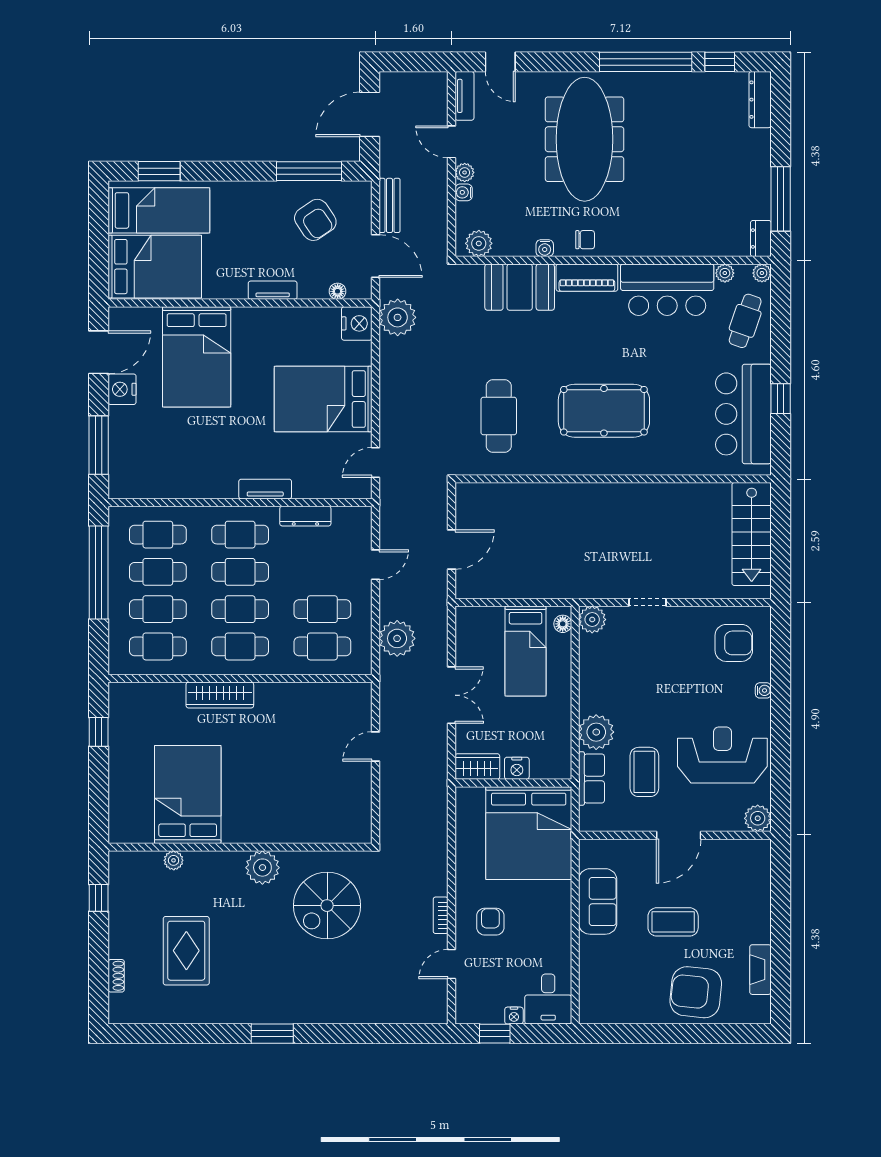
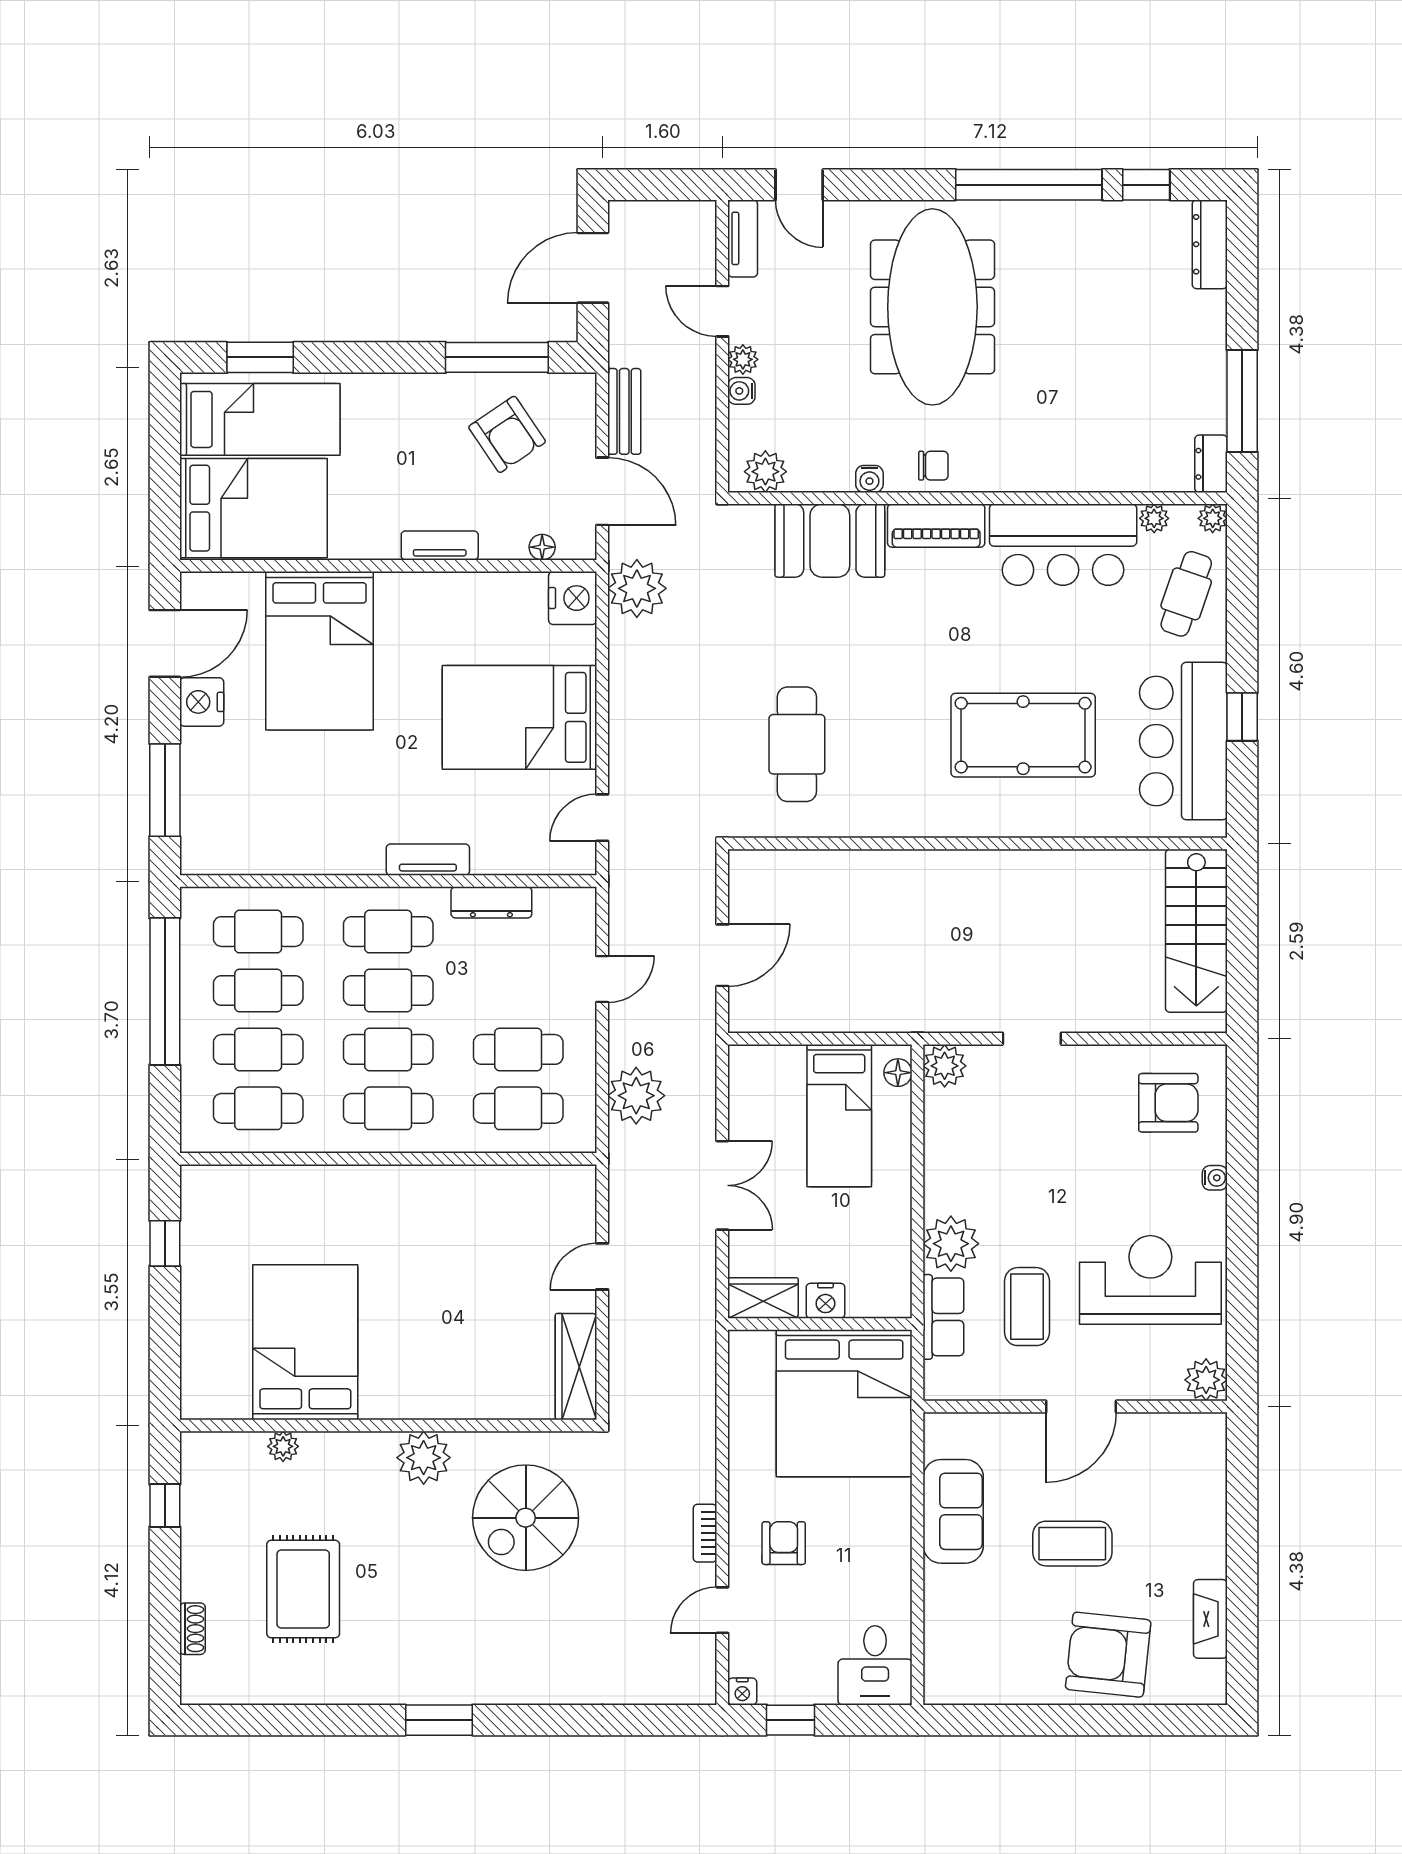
pool table: (604, 411) -> (1023, 735), moved
wardrobe: (220, 695) -> (576, 1367), moved, turned 90
nightstand: (514, 1016) -> (742, 1692), moved

